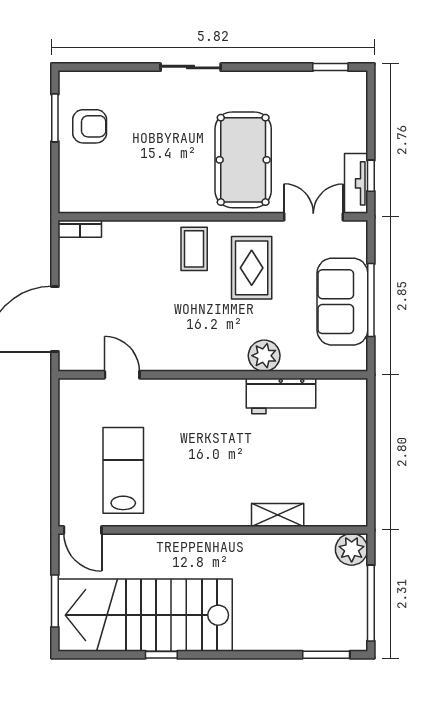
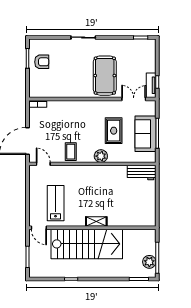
coffee table: (194, 249) -> (71, 152), moved
rug: (252, 268) -> (114, 131), moved
plant: (264, 356) -> (101, 156), moved
door: (122, 375) -> (43, 164), moved
workbench: (281, 396) -> (142, 173), moved
shelving: (278, 515) -> (96, 221), moved
plant: (352, 549) -> (149, 262), moved
stairs: (145, 615) -> (87, 244), moved, turned 180

